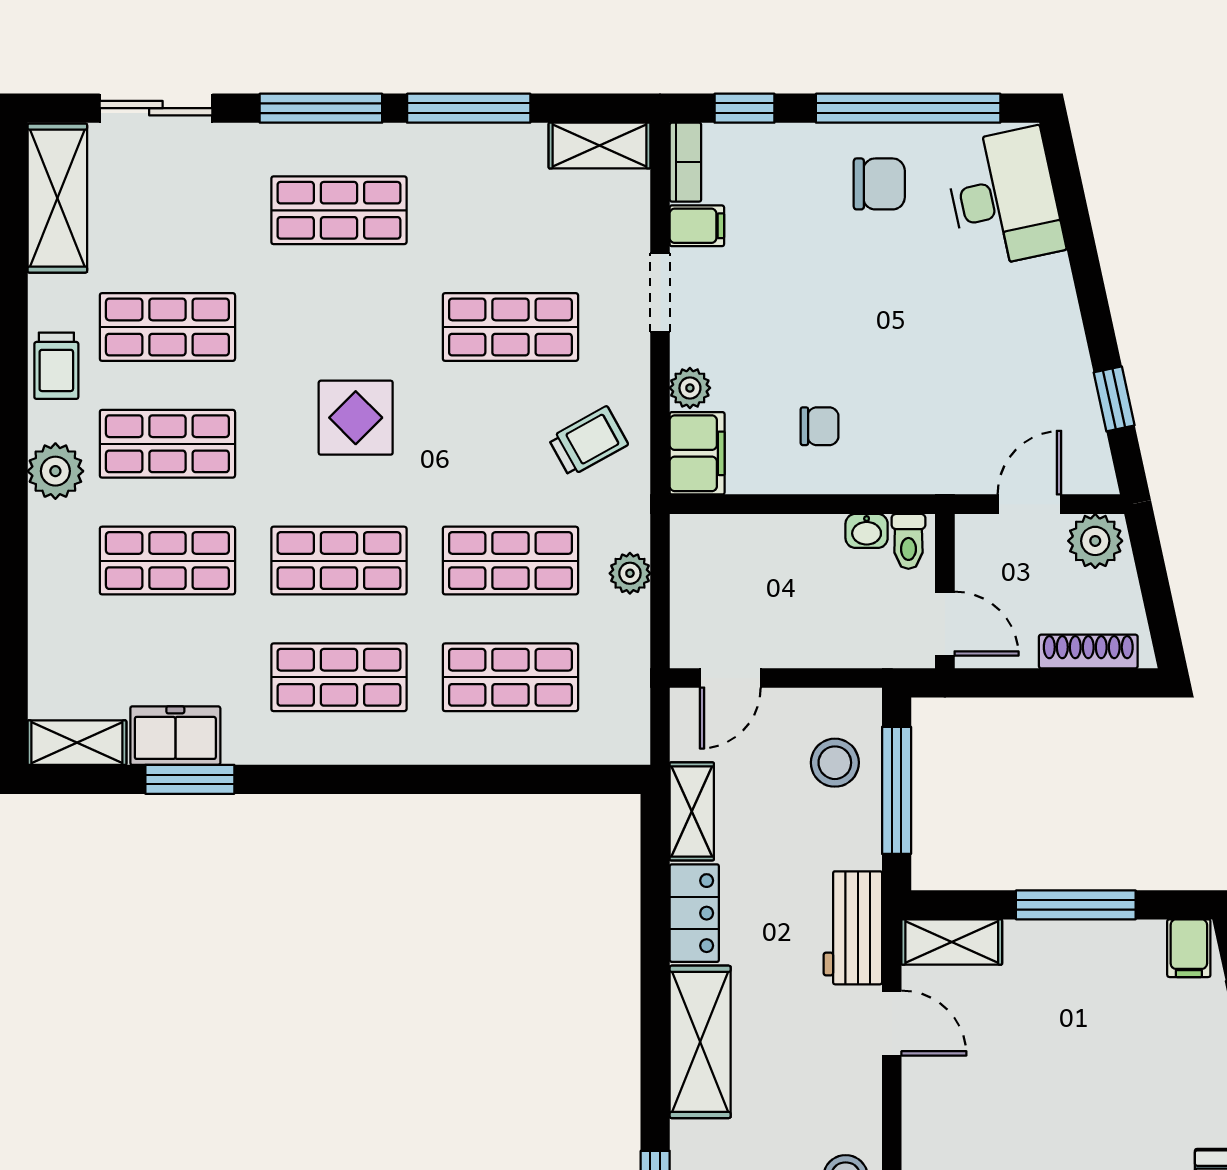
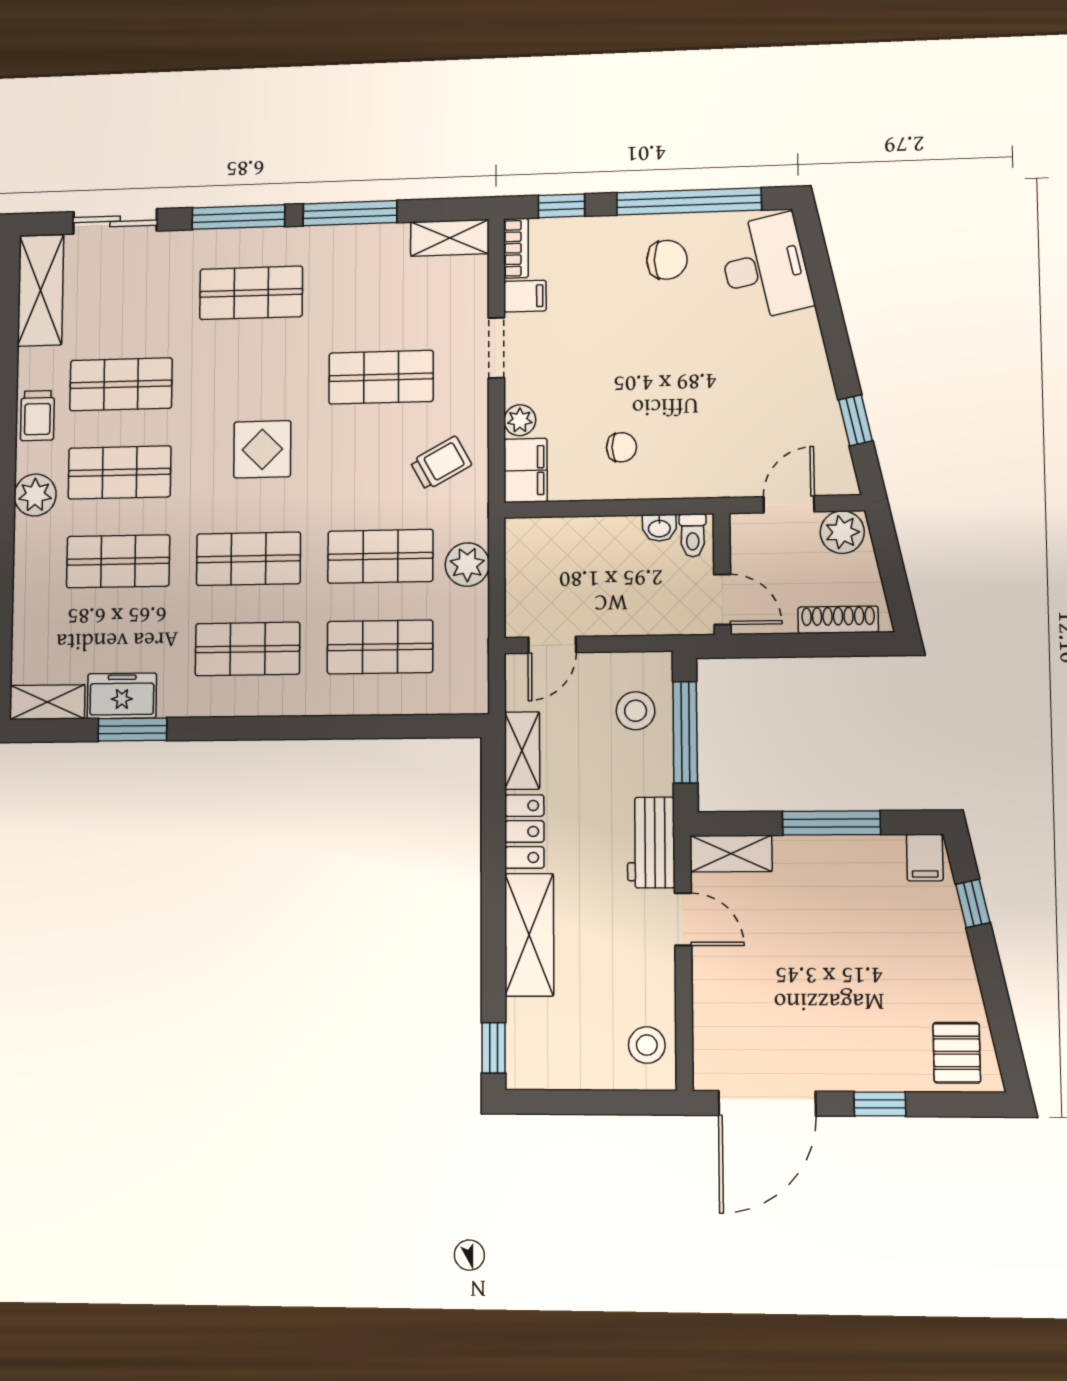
plant: (630, 573) -> (467, 565), width x1.38, depth x1.38

